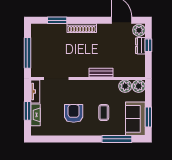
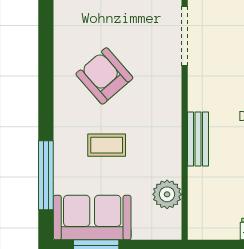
plant: (139, 86) -> (167, 225), removed
armchair: (74, 113) -> (104, 76), turned -131

